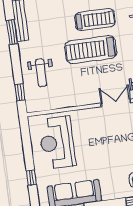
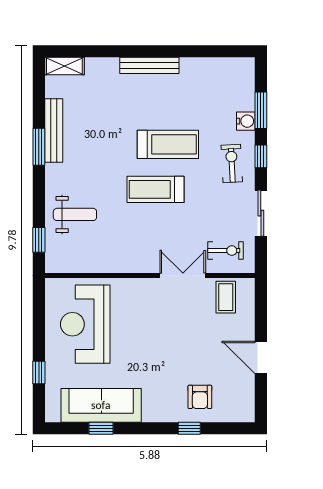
treadmill: (91, 50) -> (155, 189), width x0.73, depth x0.73
weight bench: (41, 73) -> (75, 214), turned -90

